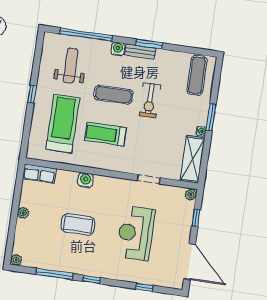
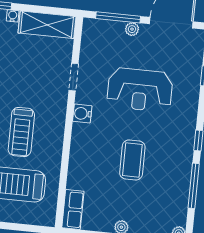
water cooler: (85, 180) -> (82, 114), moved
plant: (191, 195) -> (132, 29), moved
window: (196, 218) -> (118, 17), width x2.17

